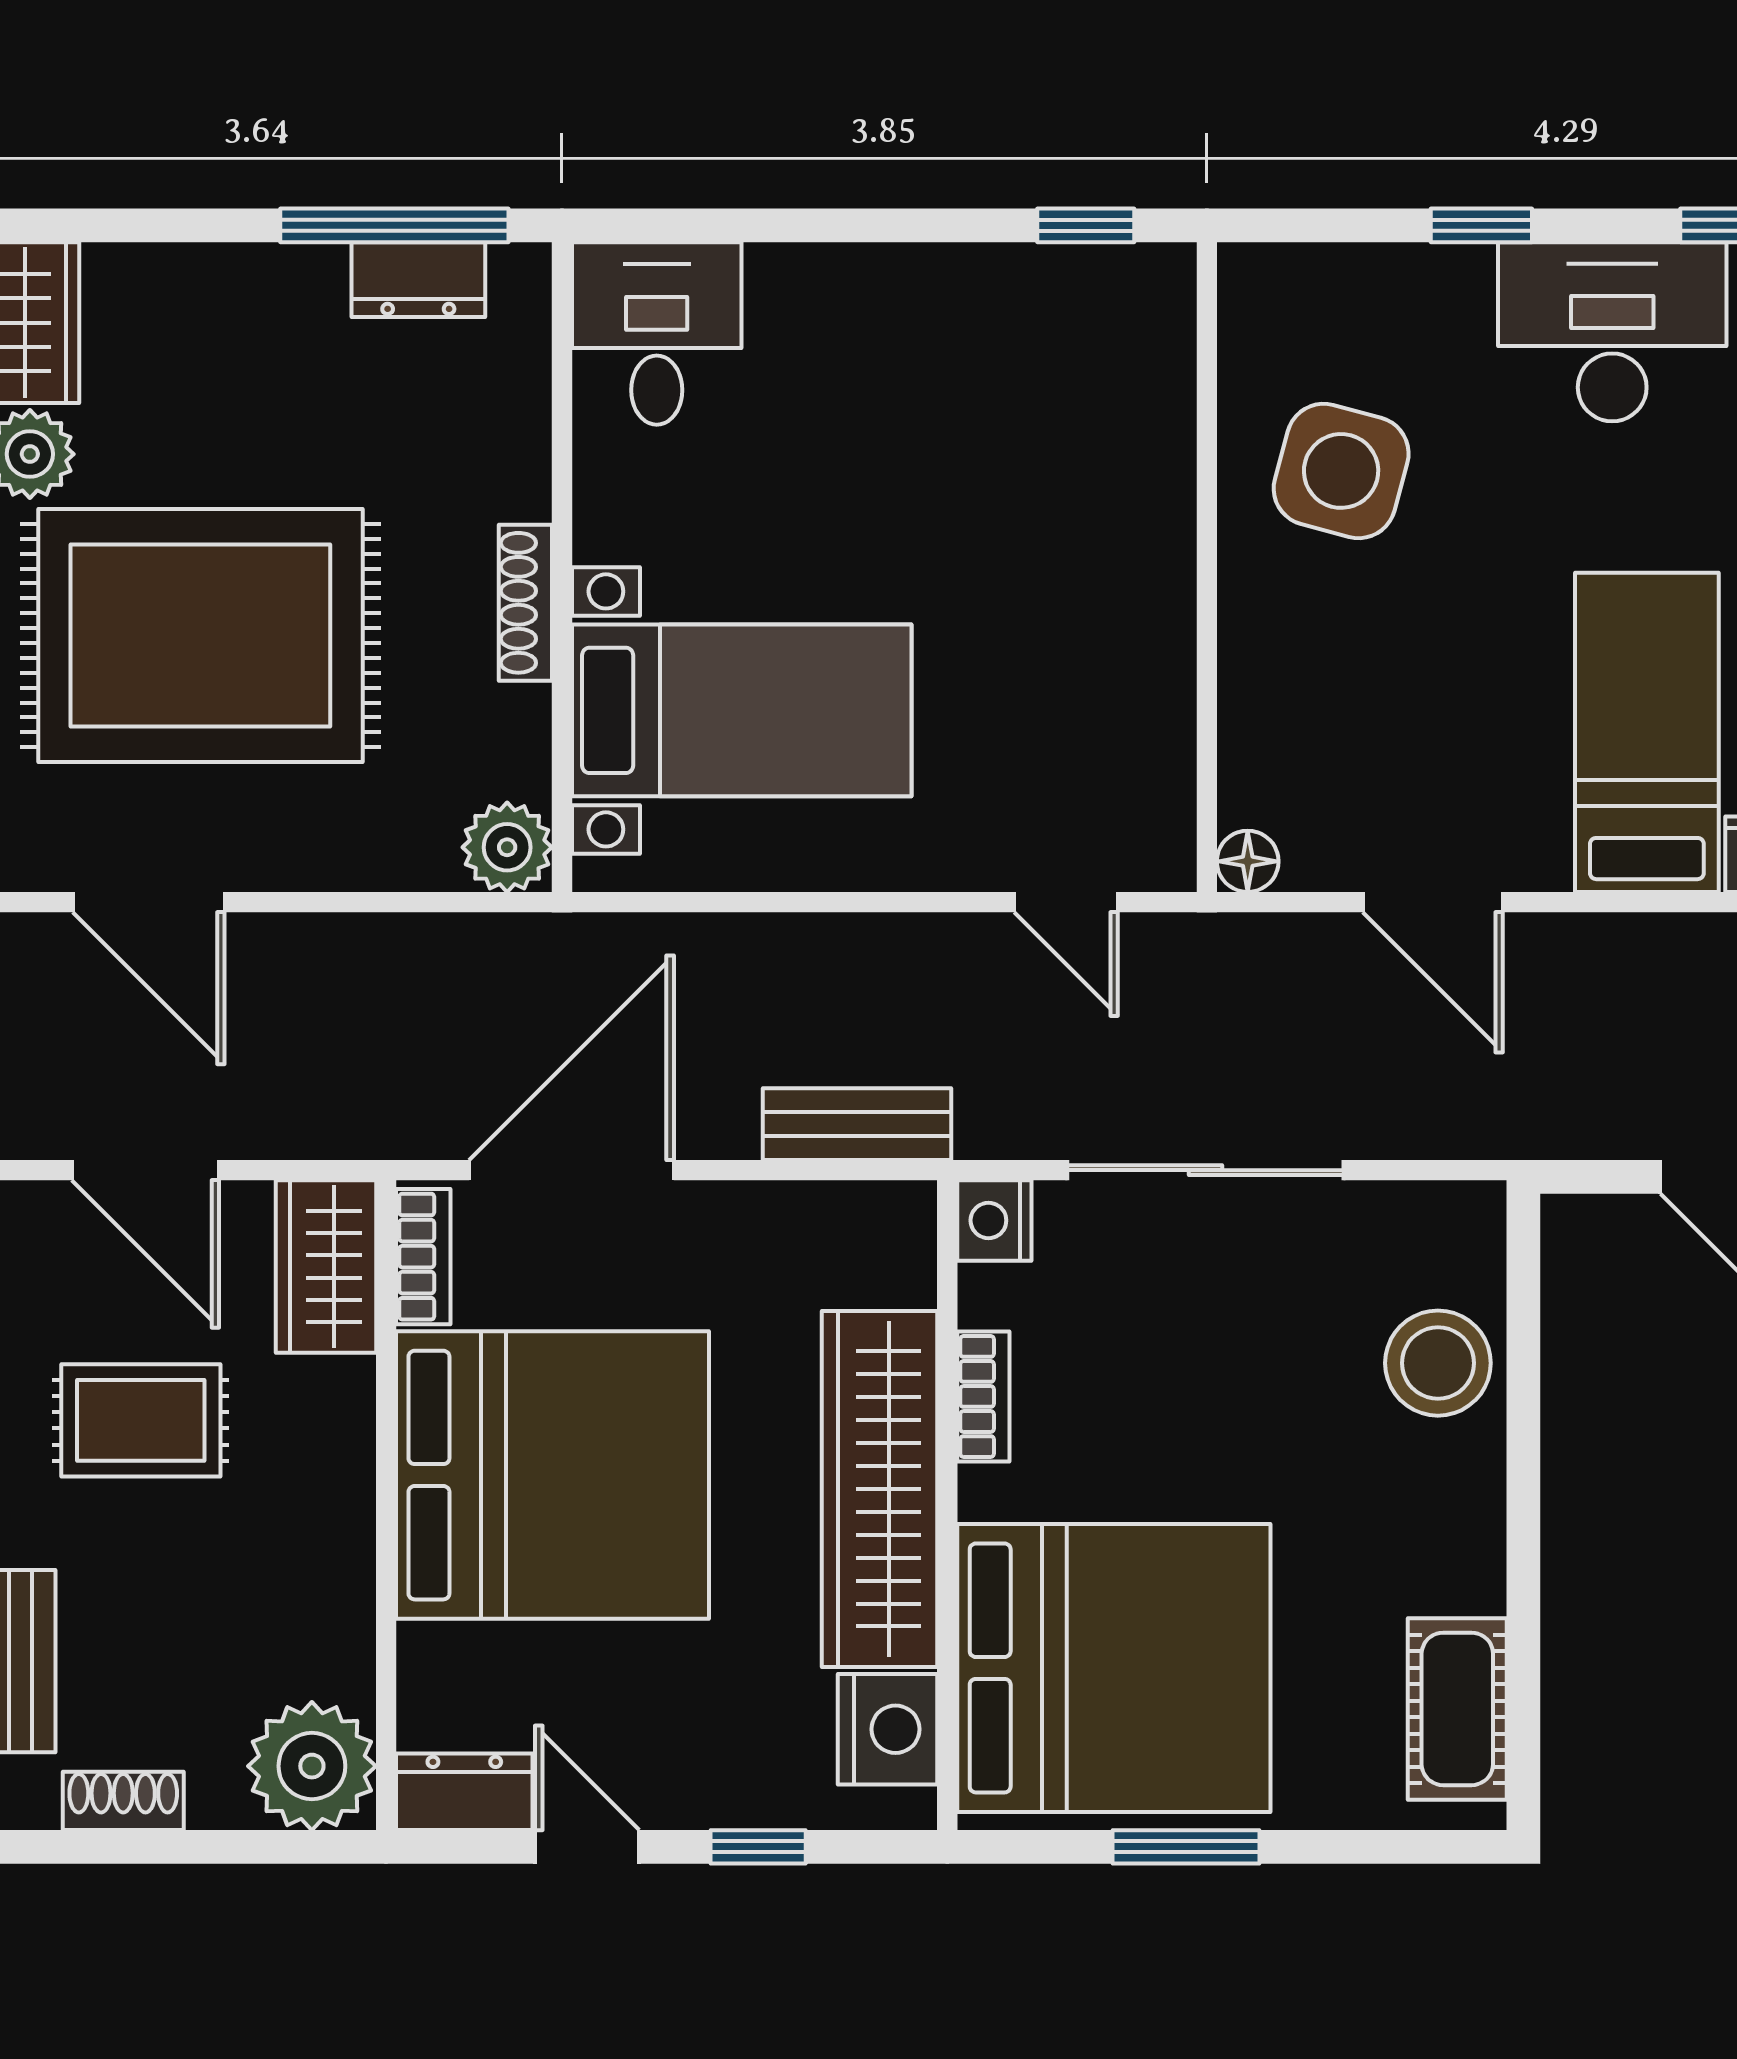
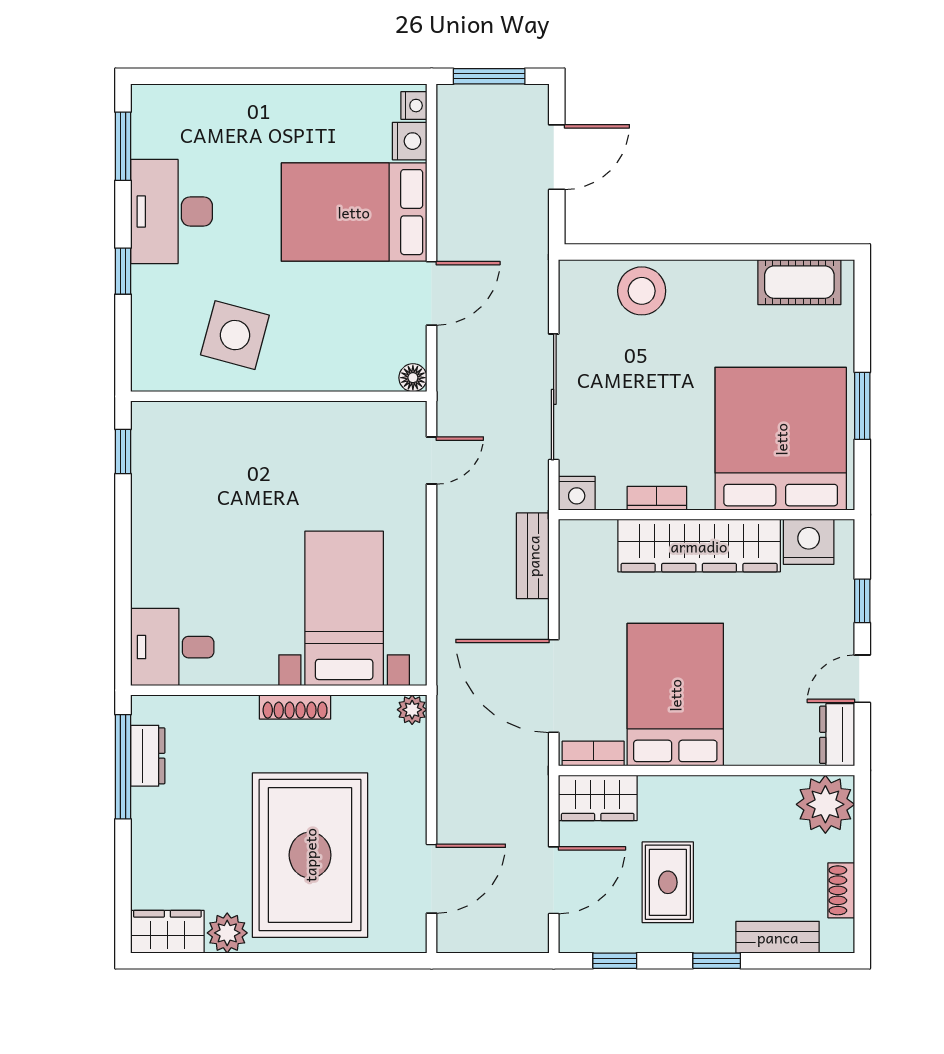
bed: (1647, 732) -> (354, 212), width x1.50
plant: (507, 847) -> (412, 710), width x0.73, depth x0.73
bed: (553, 1475) -> (675, 695), width x0.73

